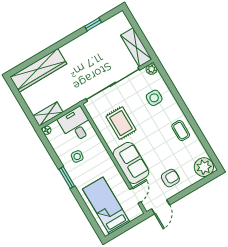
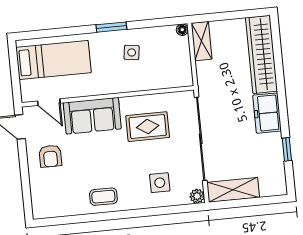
freezer: (75, 49) -> (267, 113), added
desk: (76, 125) -> (172, 69), removed
plant: (204, 167) -> (44, 204), removed

